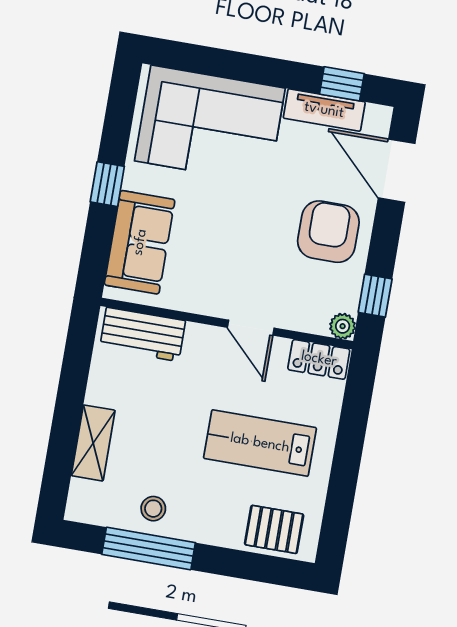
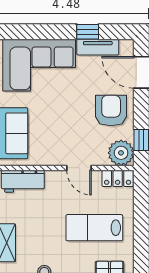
window: (342, 84) -> (88, 32), moved
plant: (343, 326) -> (121, 153), width x1.88, depth x1.88

